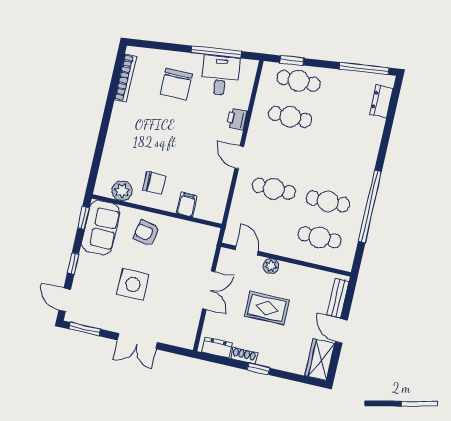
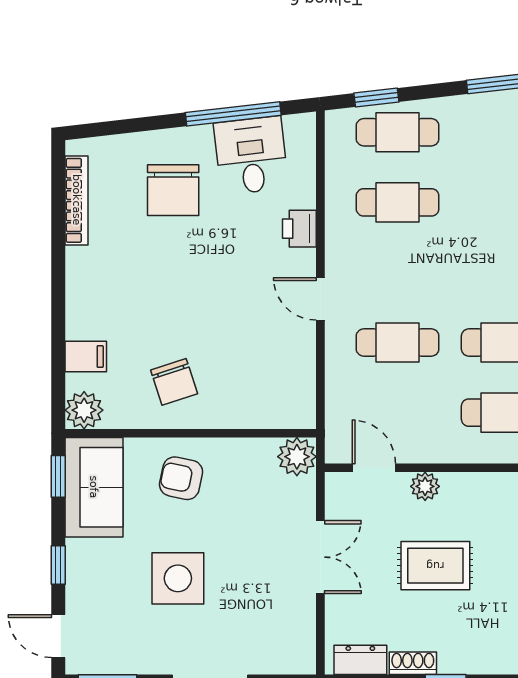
chair: (154, 183) -> (174, 382), turned 72
plant: (122, 191) -> (84, 410), moved
filing cabinet: (187, 205) -> (86, 357), moved, turned 90
plant: (209, 236) -> (297, 457), added

